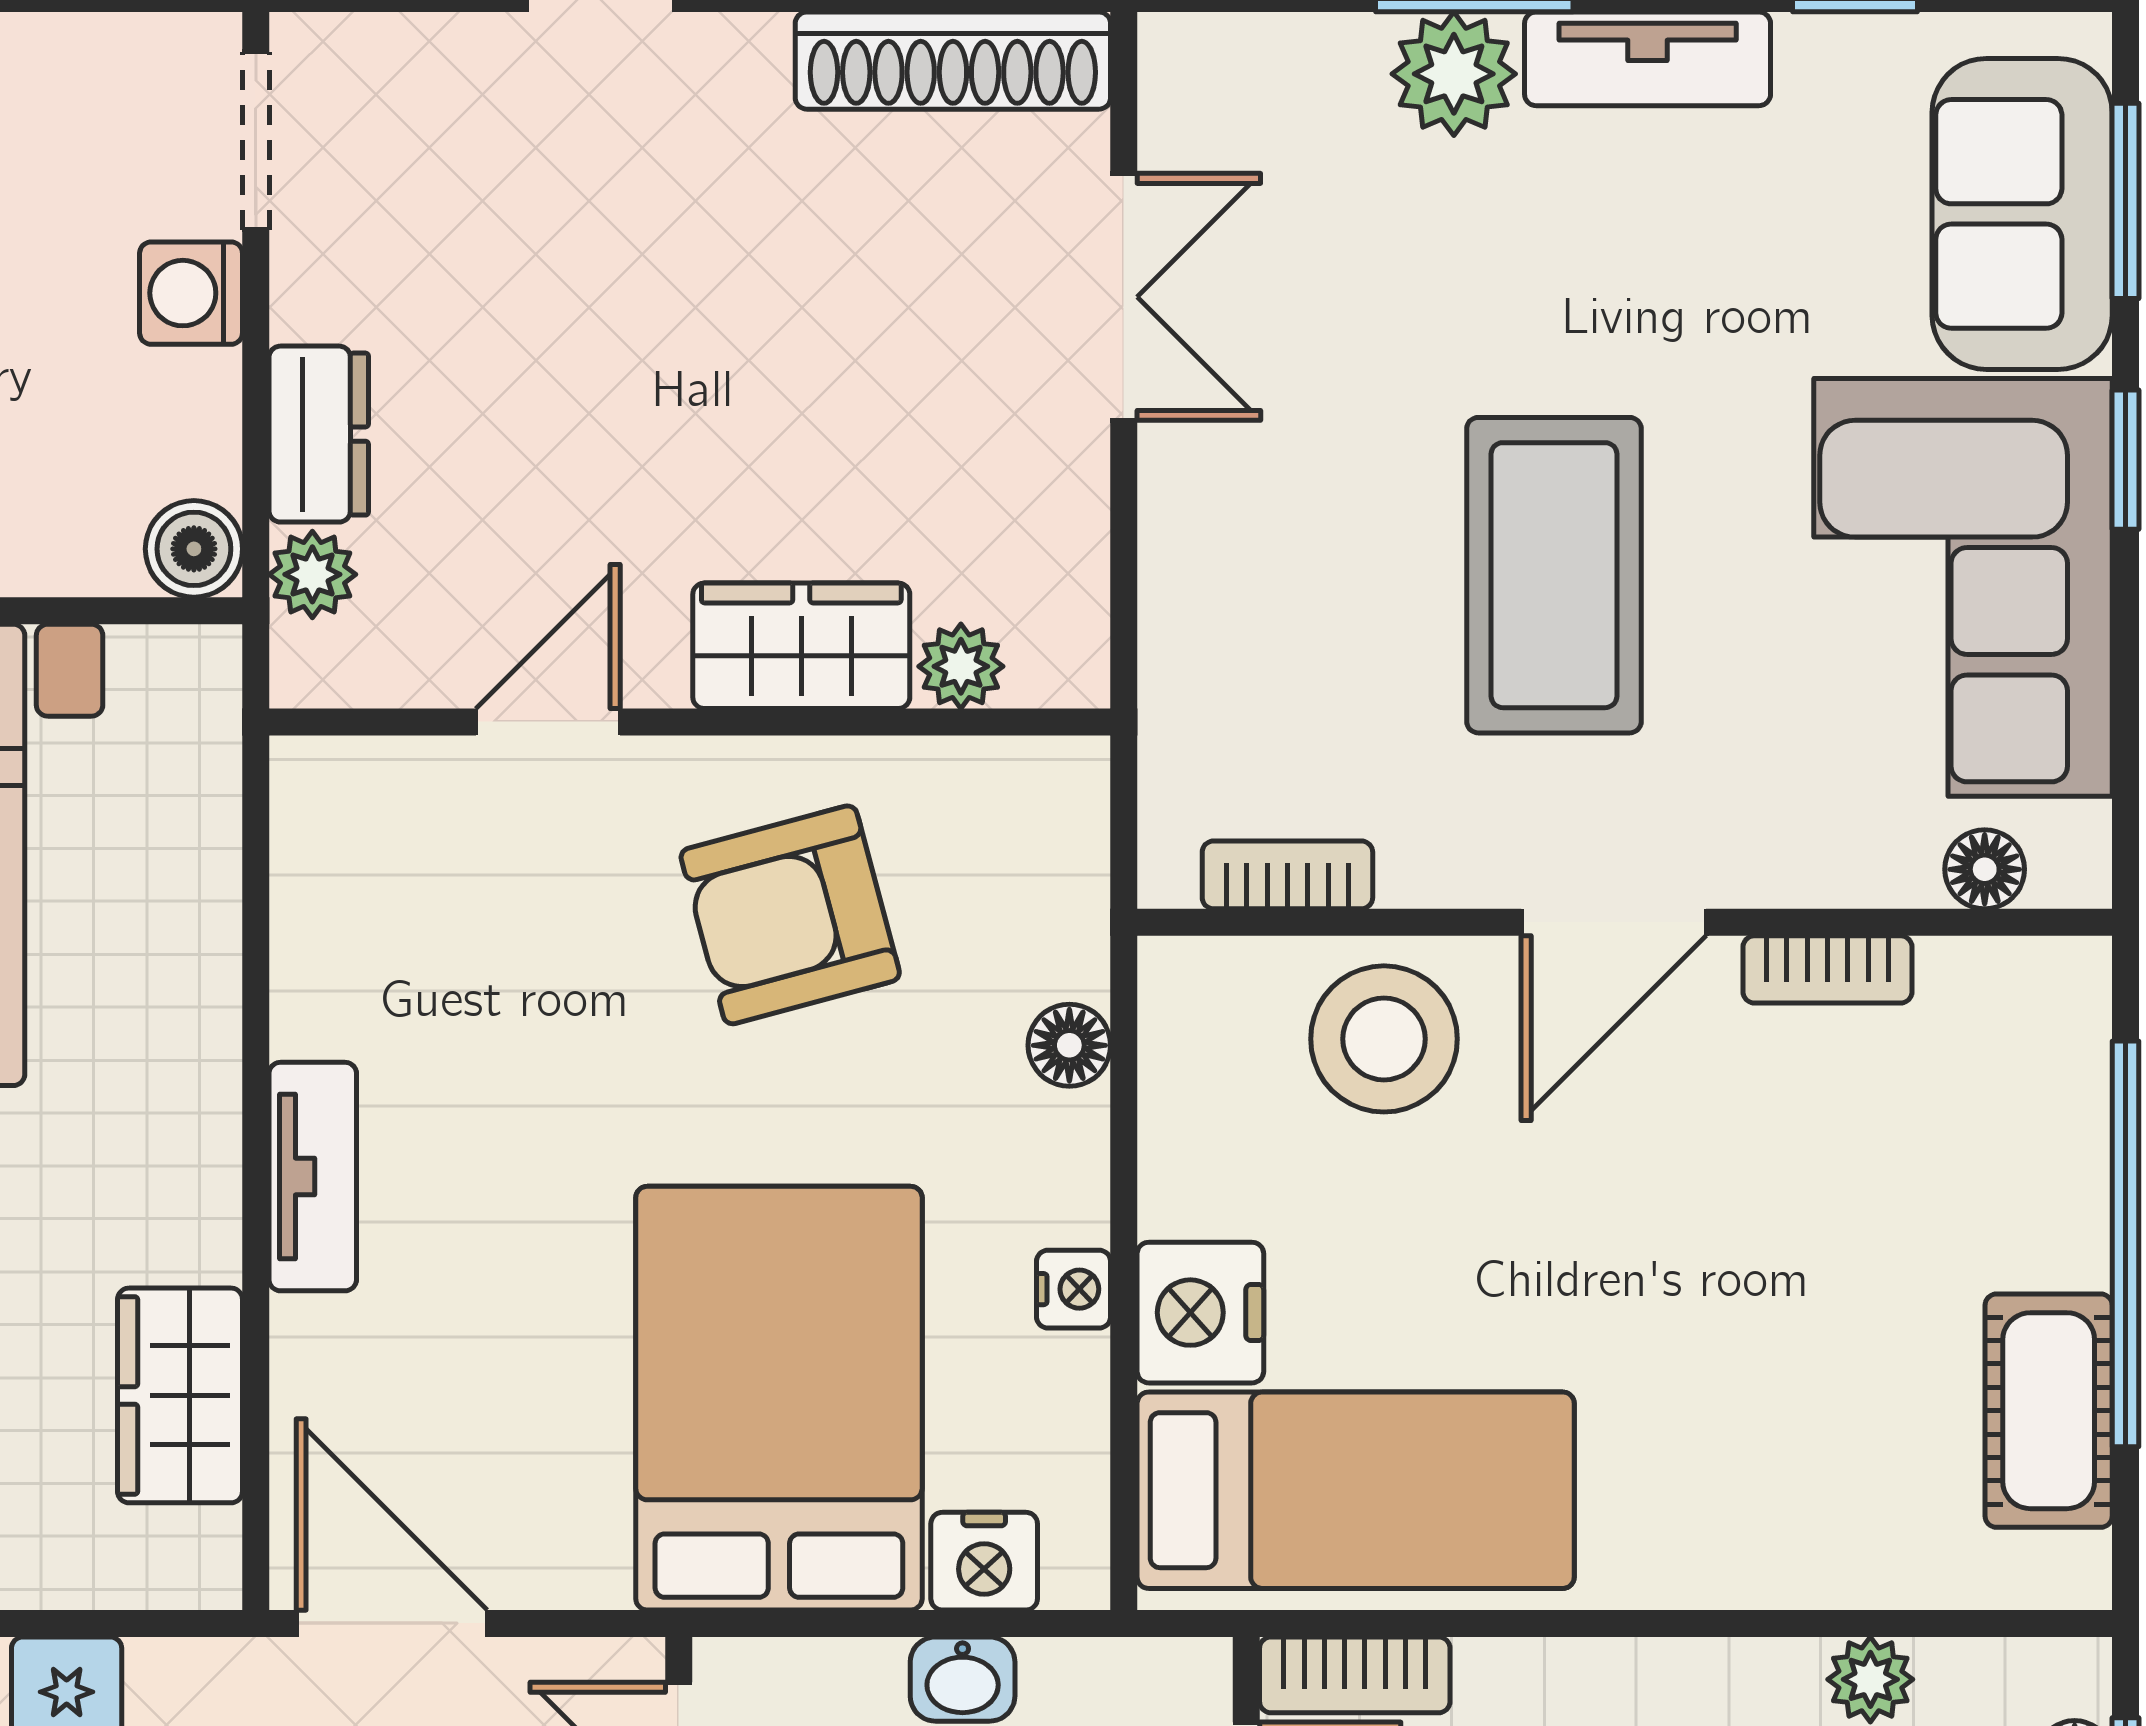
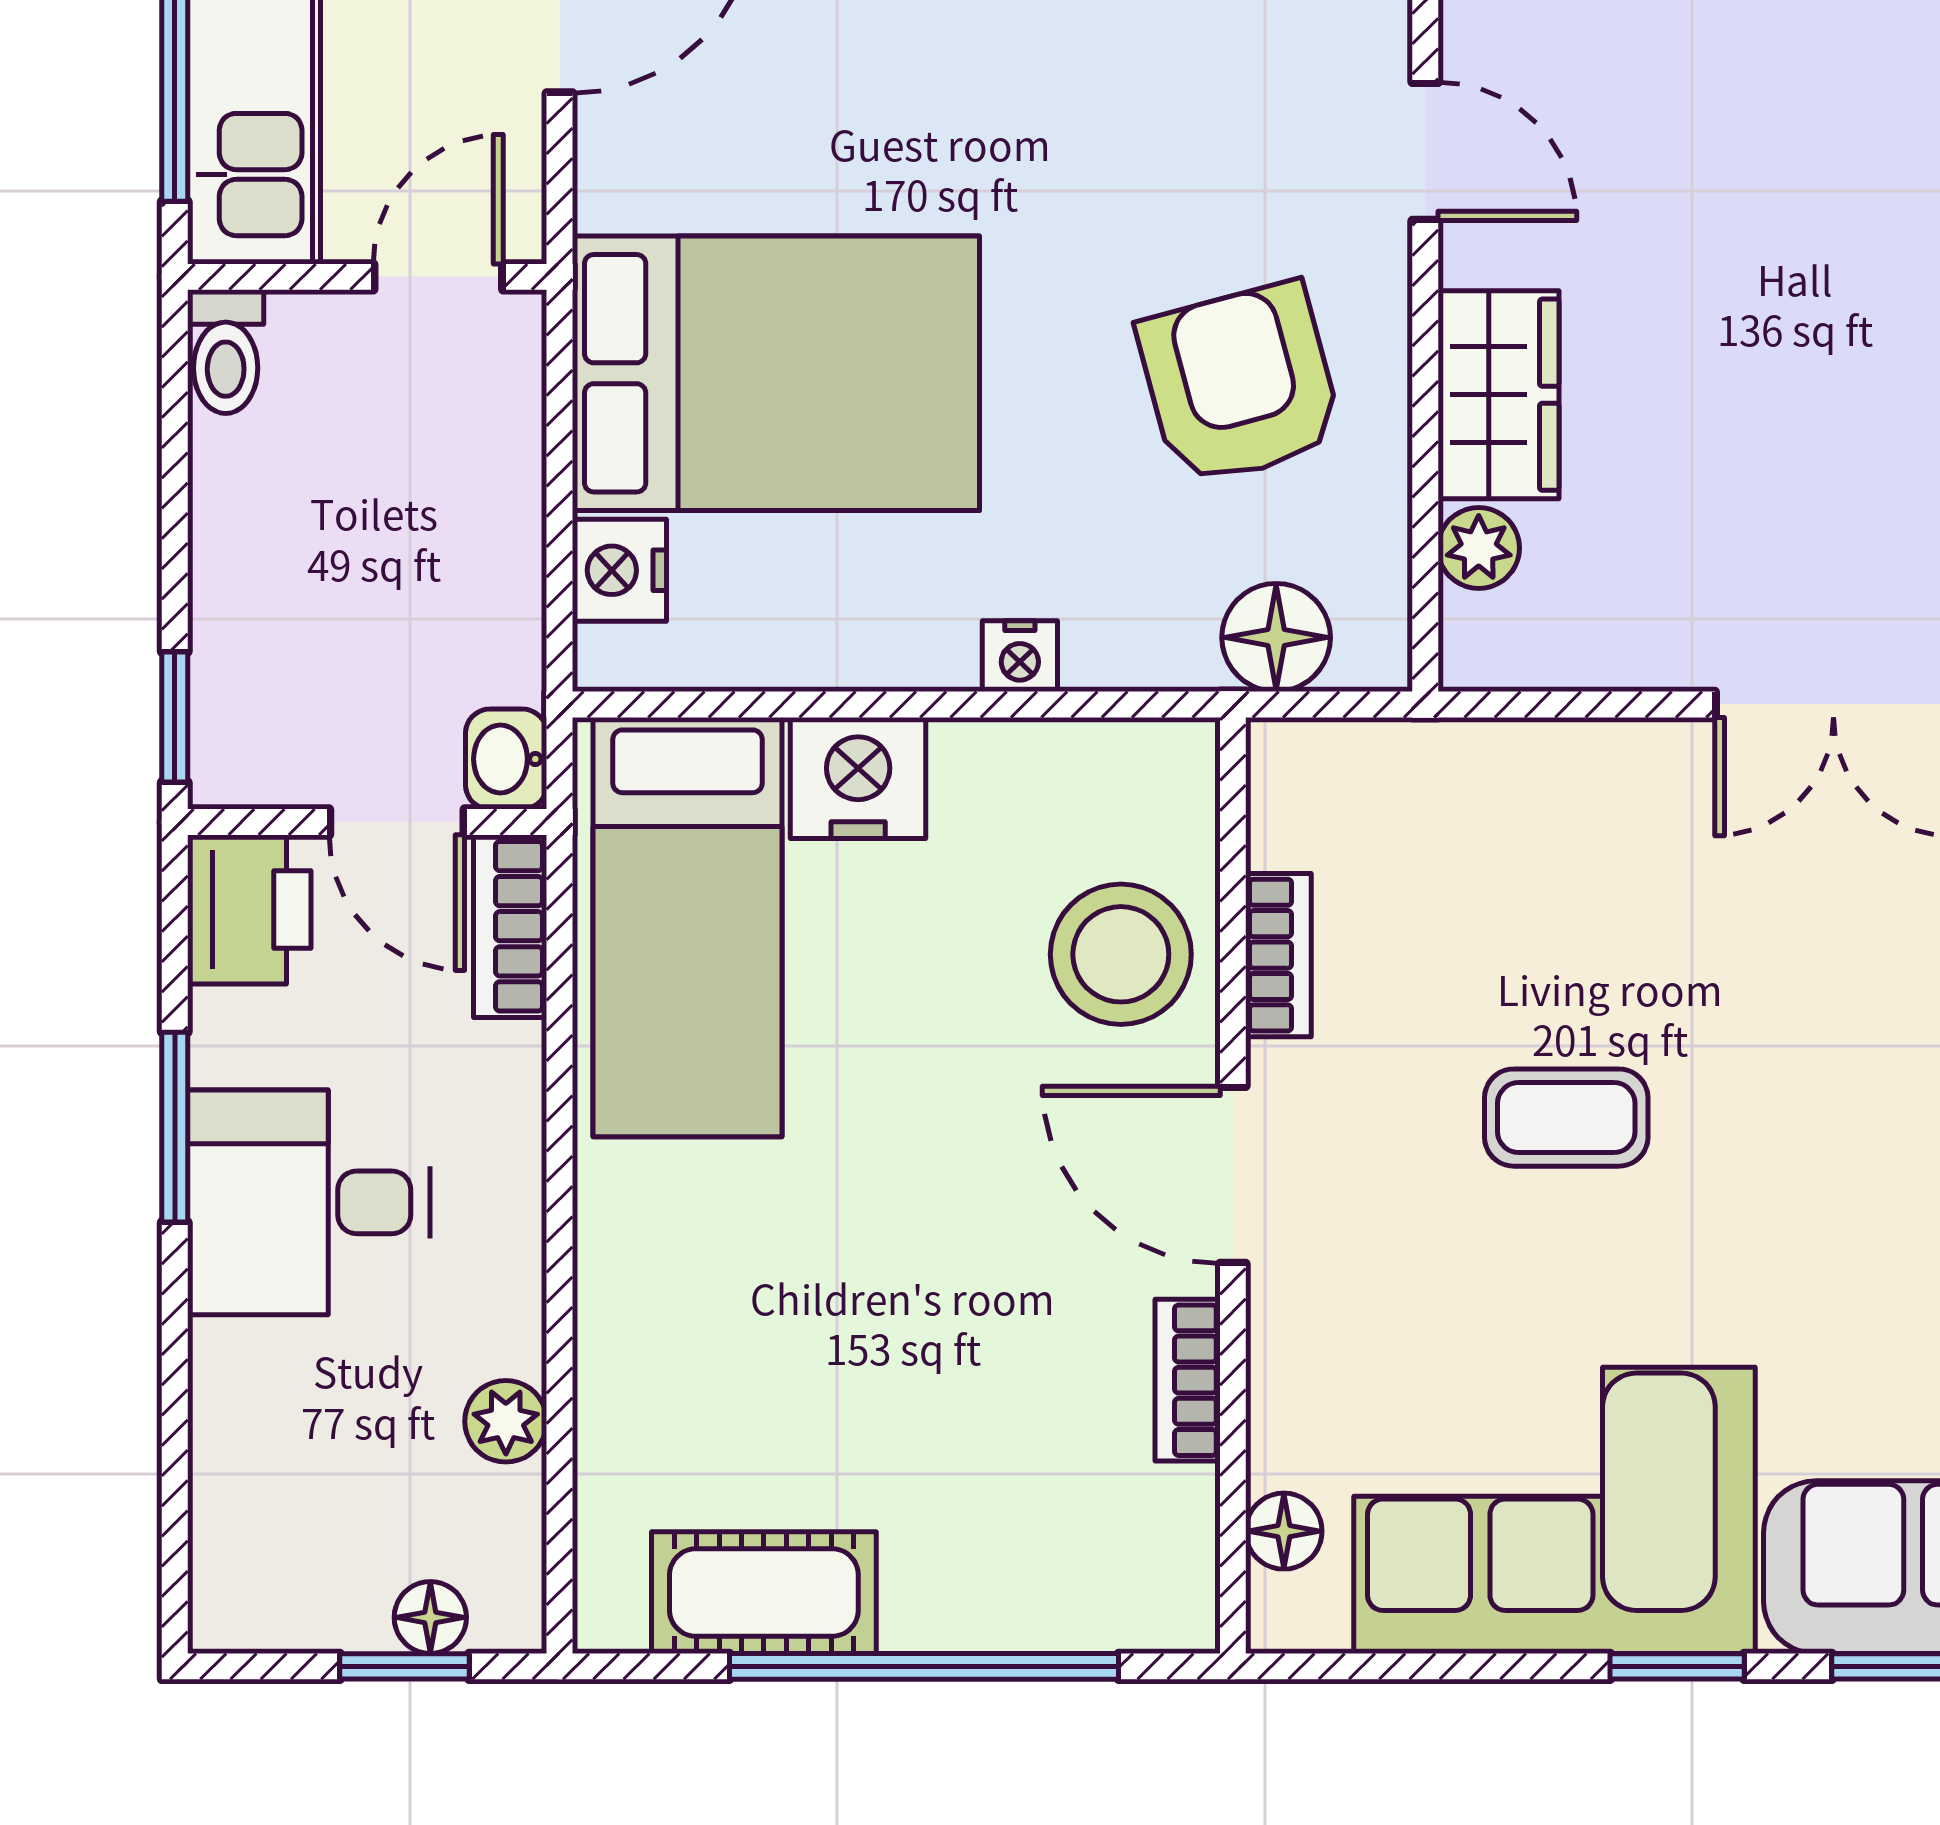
coffee table: (1554, 575) -> (1566, 1118), width x0.54, depth x0.58
bookcase: (1287, 875) -> (1278, 955), moved
floor lamp: (1069, 1045) -> (1276, 637), moved, width x1.37, depth x1.37
nightstand: (1074, 1289) -> (1020, 656), moved
washbasin: (963, 1679) -> (506, 759), moved

